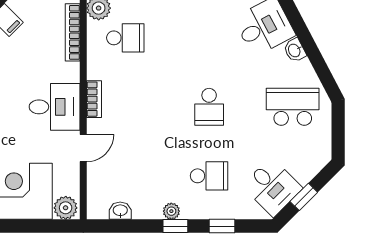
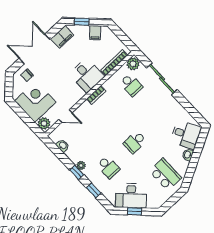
desk: (55, 107) -> (87, 75), moved
door: (83, 148) -> (66, 116), moved
desk: (272, 187) -> (131, 196), width x1.37

